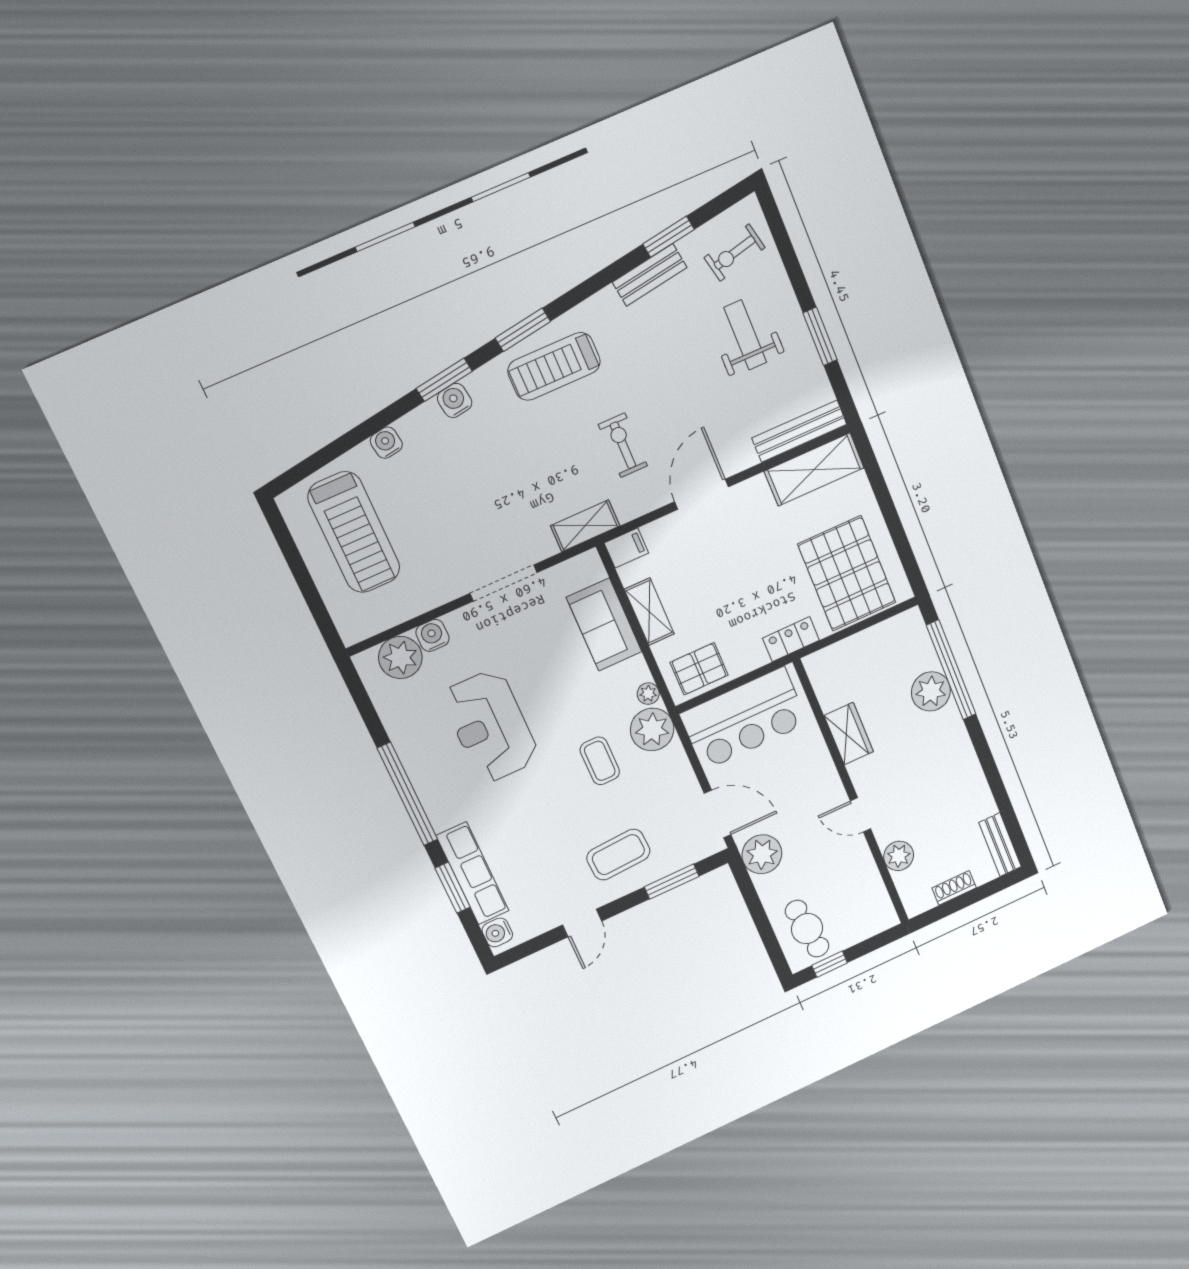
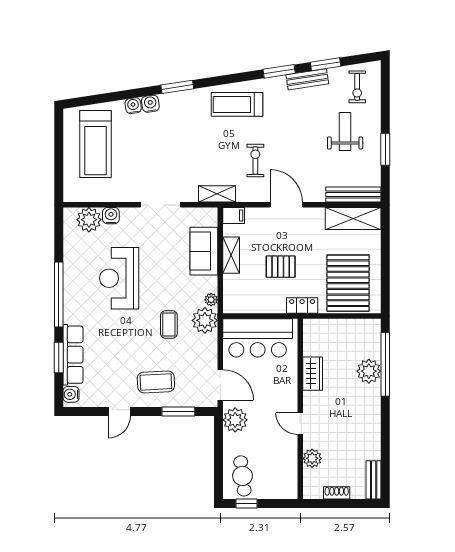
exercise bike: (735, 253) -> (357, 87), turned -77
window: (523, 330) -> (279, 71), moved
water cooler: (455, 400) -> (150, 104), moved
door: (702, 494) -> (286, 205), hinge flipped
pallet: (699, 669) -> (281, 267), moved

